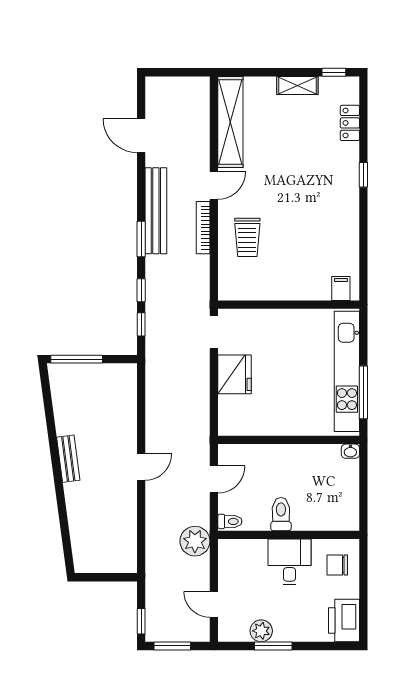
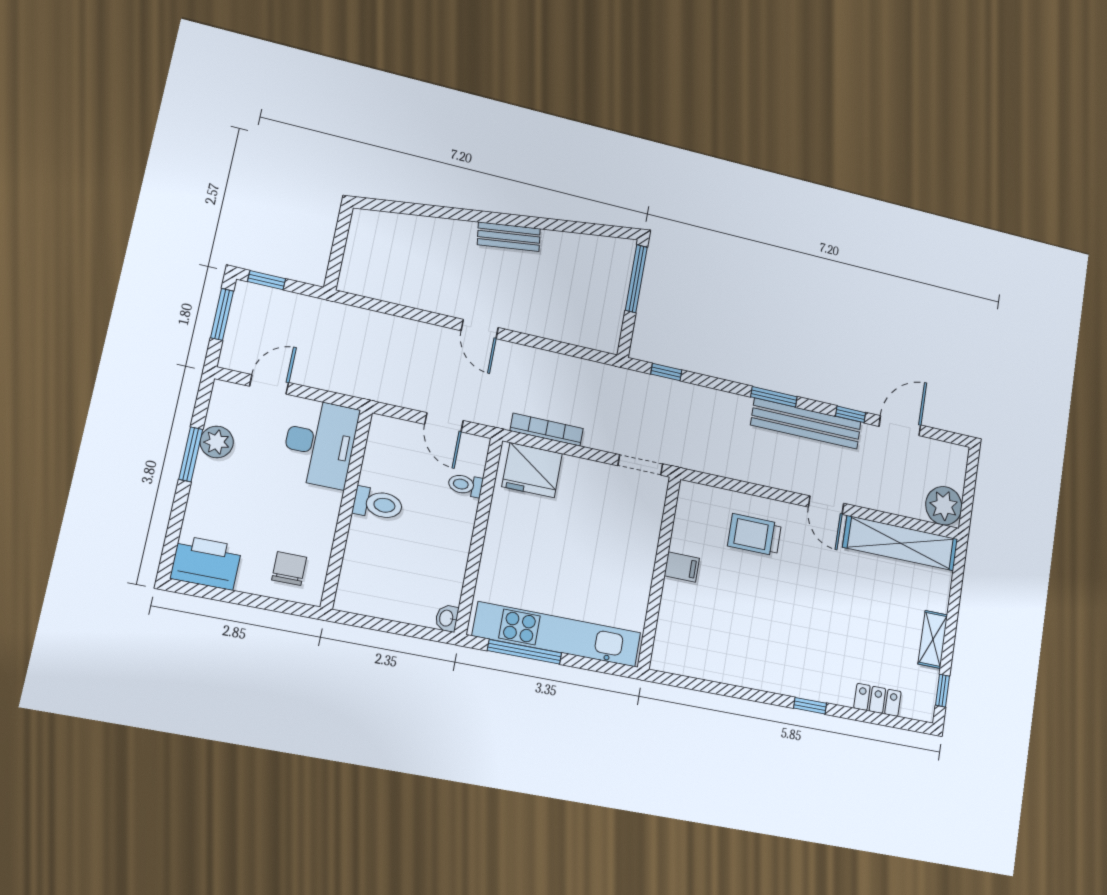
bookcase: (203, 228) -> (547, 430), moved
filing cabinet: (341, 288) -> (682, 567), moved
window: (141, 290) -> (851, 414), moved
fridge: (234, 374) -> (532, 470), moved
toilet: (230, 521) -> (465, 485), moved, turned 90
plant: (195, 541) -> (944, 506), moved
desk: (290, 562) -> (320, 443), moved, width x1.37

